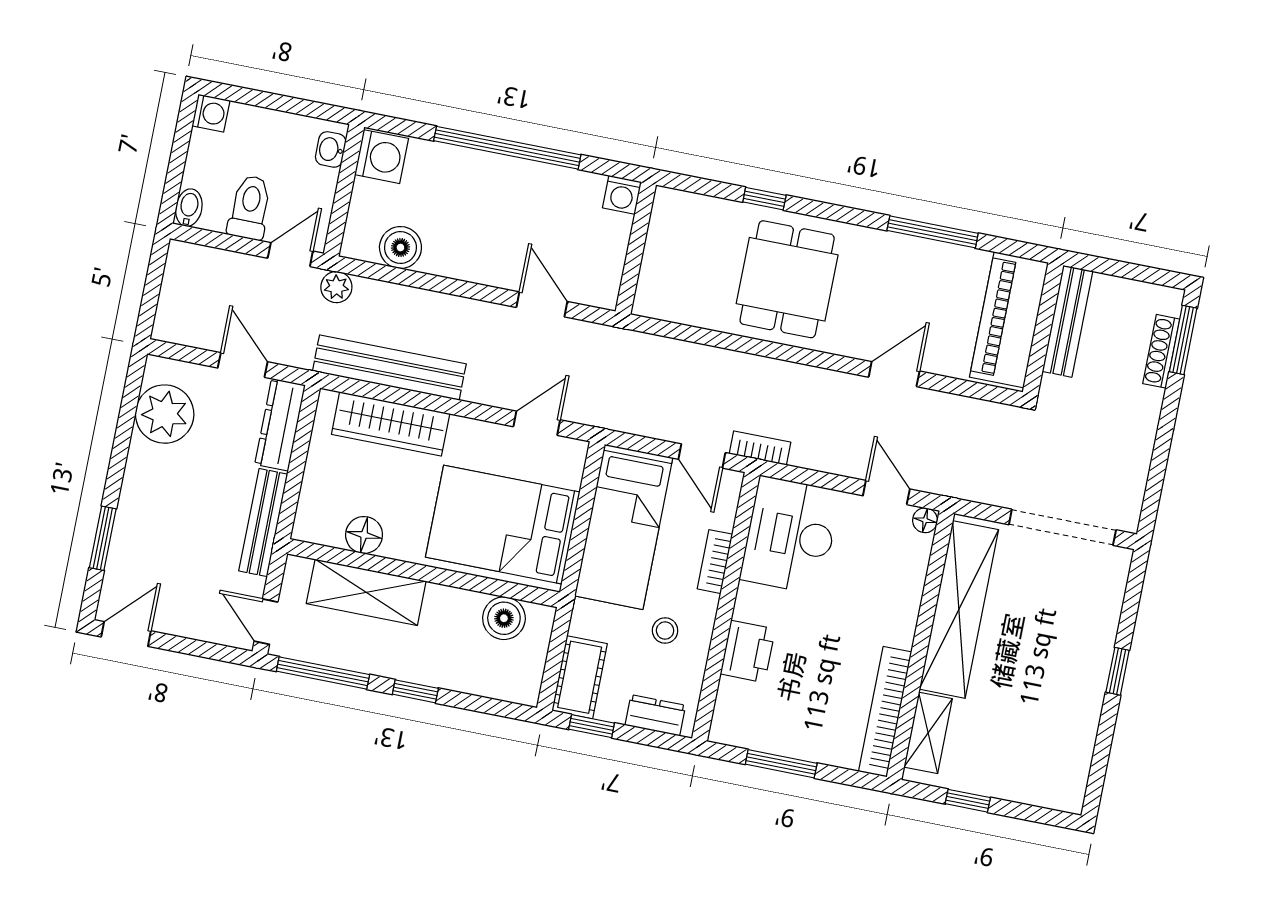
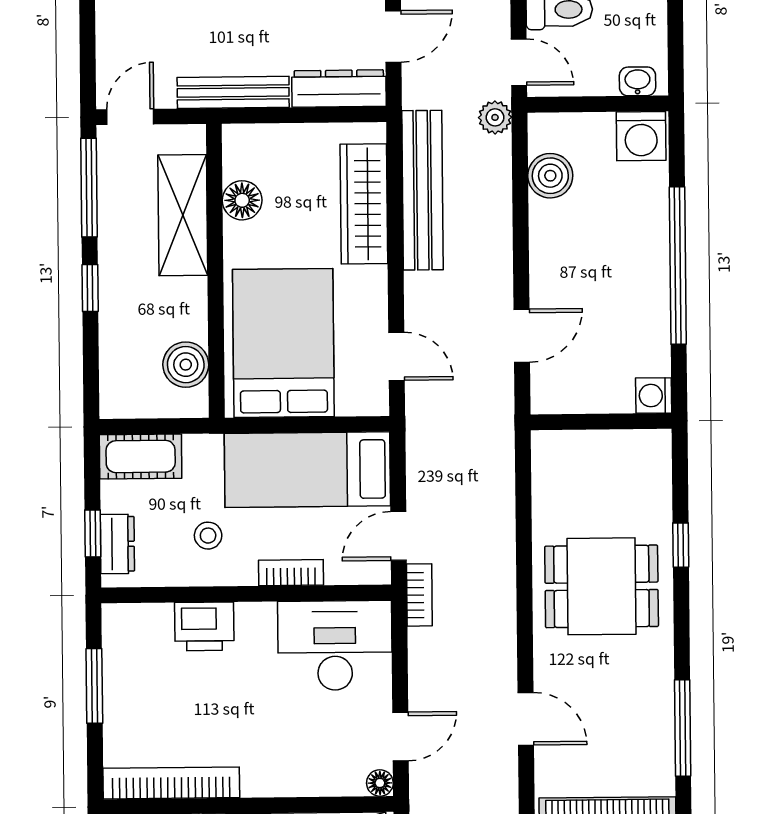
window: (592, 726) -> (93, 533), moved

